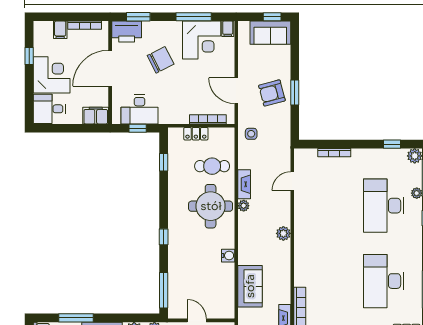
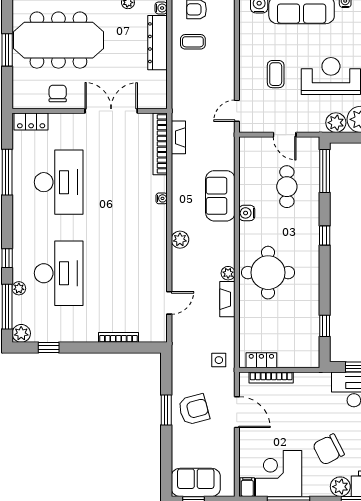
plant: (151, 29) -> (340, 487), added
locker: (196, 134) -> (261, 360), moved
cafe table: (212, 166) -> (287, 187), moved, turned 90
water cooler: (299, 268) -> (162, 198), added
sofa: (250, 286) -> (220, 196), moved

